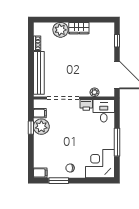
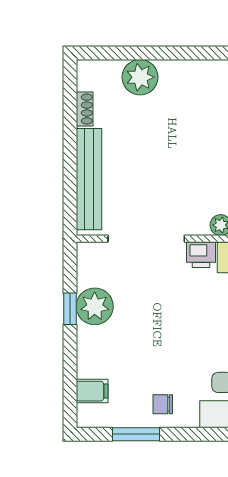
wardrobe: (79, 28) -> (184, 73), removed
filing cabinet: (40, 113) -> (91, 275), removed
filing cabinet: (40, 173) -> (92, 391), moved

